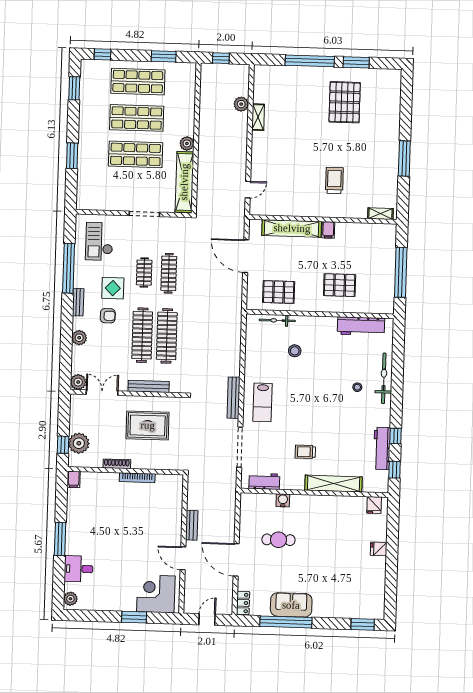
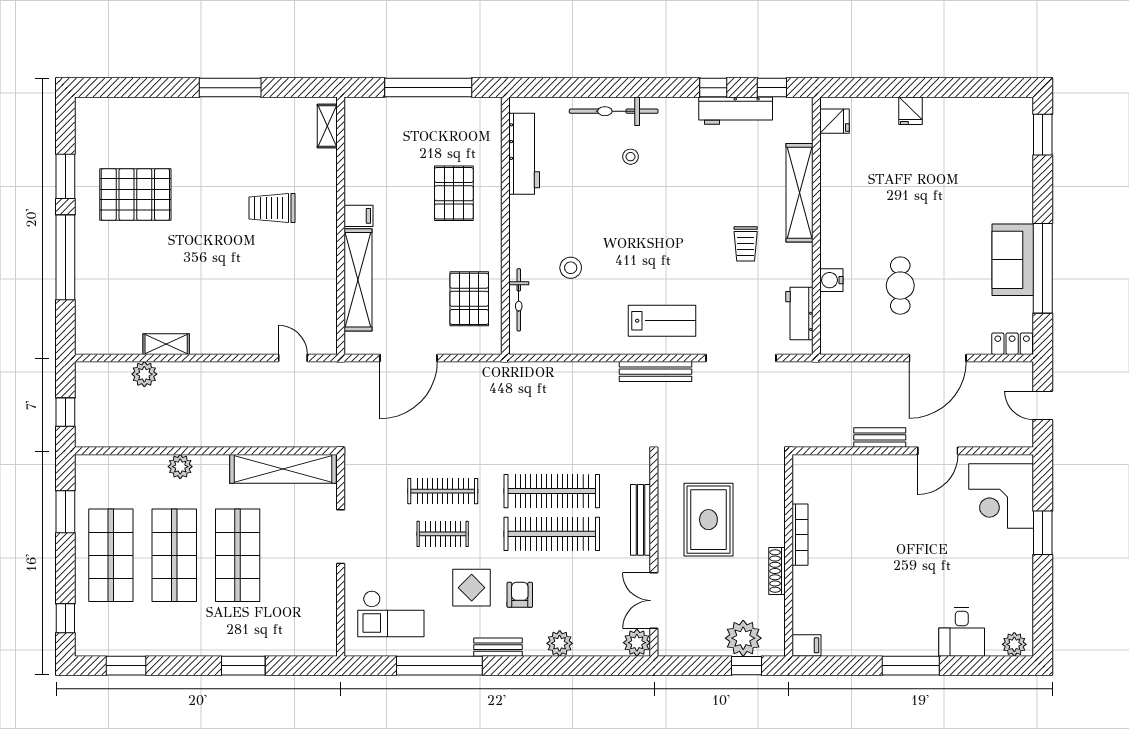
plant: (187, 143) -> (180, 467), moved

